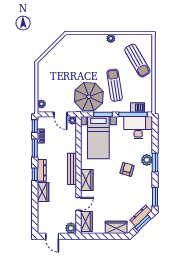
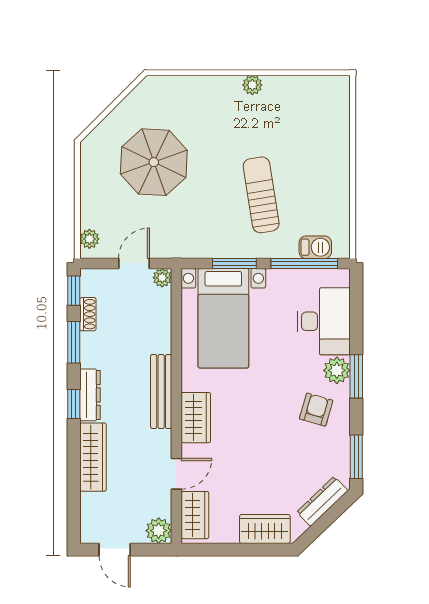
sun lounger: (137, 61) -> (315, 137), removed
parasol: (89, 97) -> (154, 162), moved
door: (60, 114) -> (134, 263), swing flipped
desk: (138, 128) -> (324, 321), moved, turned 90
armchair: (127, 169) -> (316, 410), moved
wardrobe: (43, 192) -> (93, 457), width x1.50
window: (143, 223) -> (328, 519), removed

